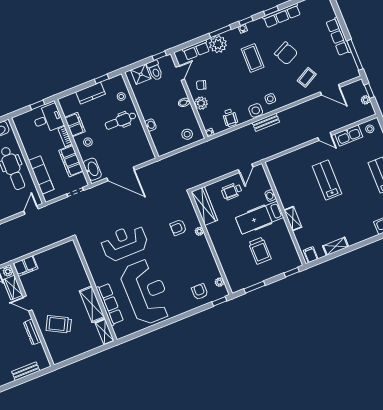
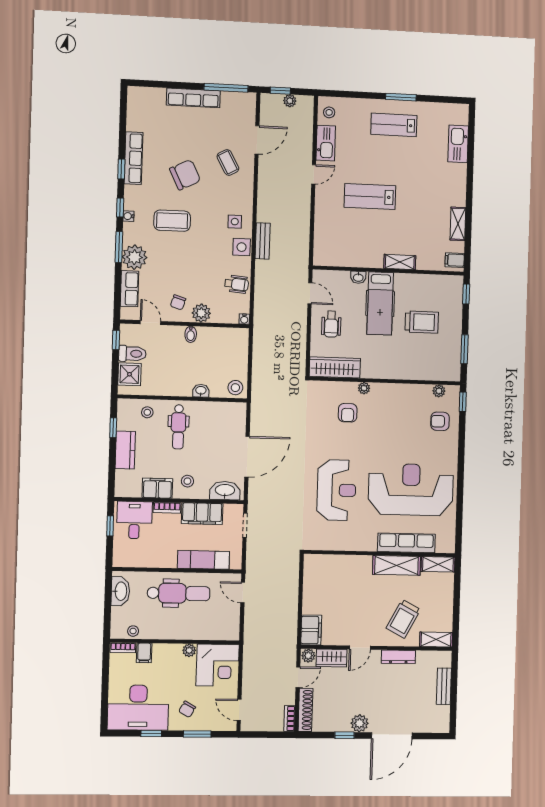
stool: (187, 134) -> (235, 388), moved
reception desk: (124, 242) -> (336, 490), turned 180
shelving: (54, 352) -> (436, 639), added

